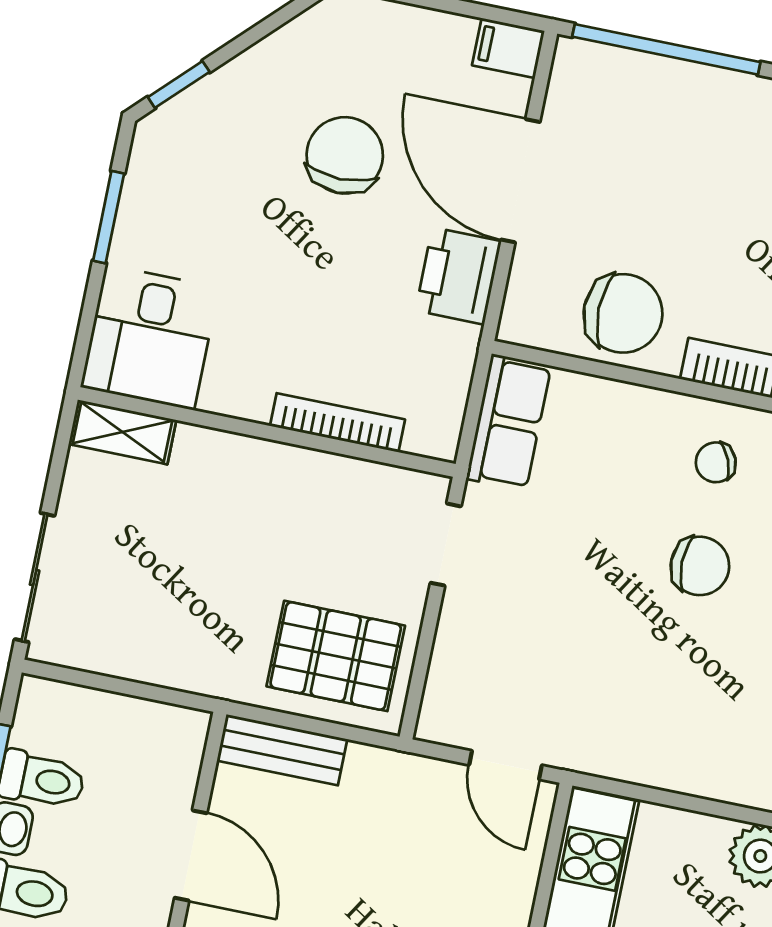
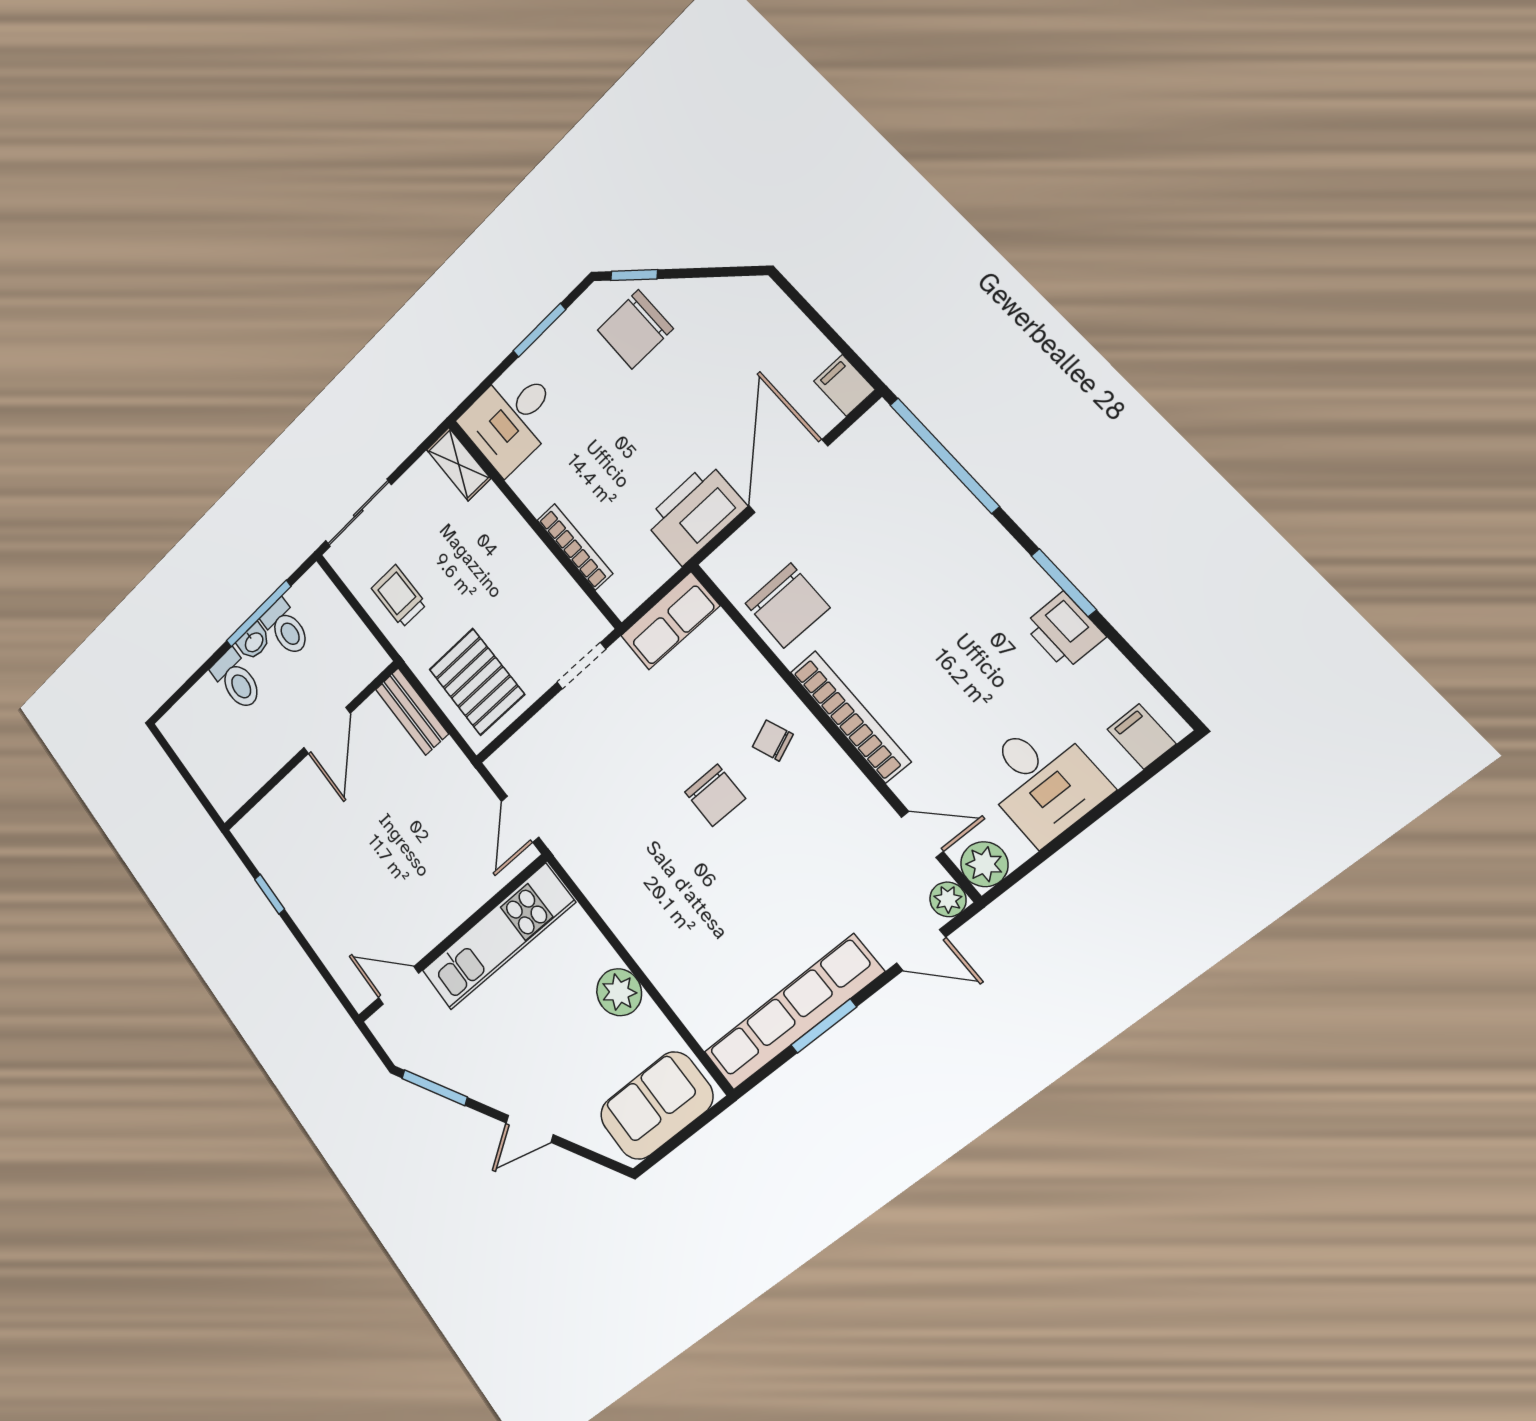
chair: (345, 155) -> (635, 329), moved, turned 180
printer: (458, 276) -> (695, 514), width x1.37, depth x1.19
trolley: (163, 633) -> (399, 596), added

